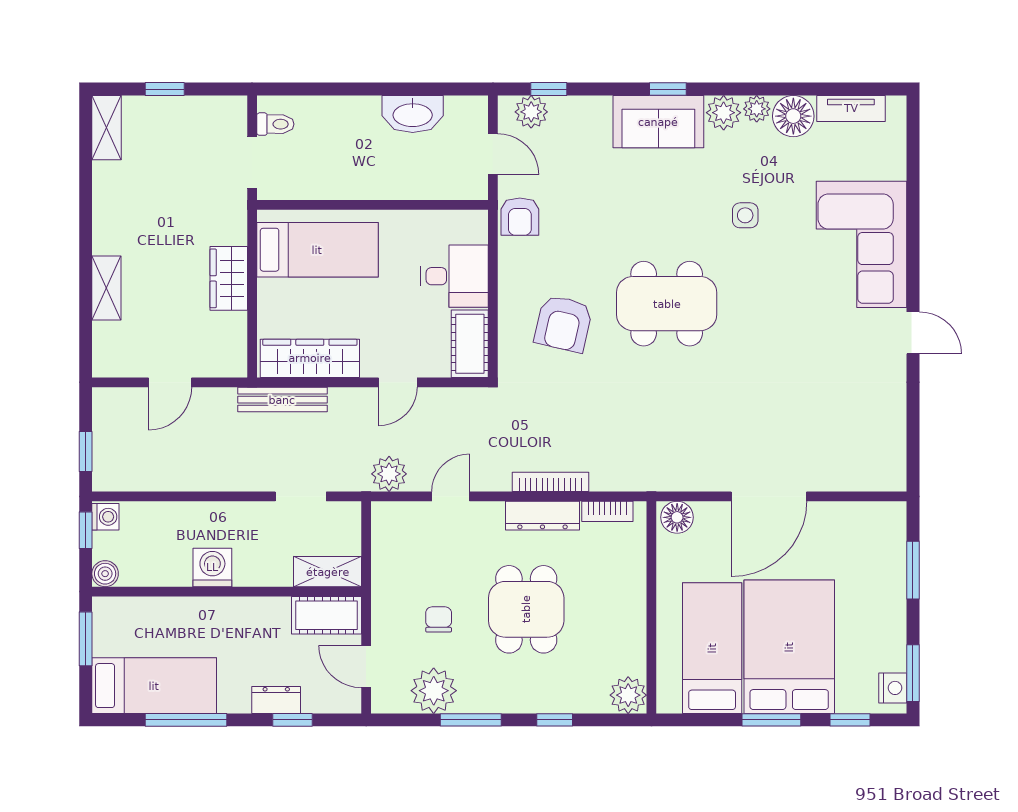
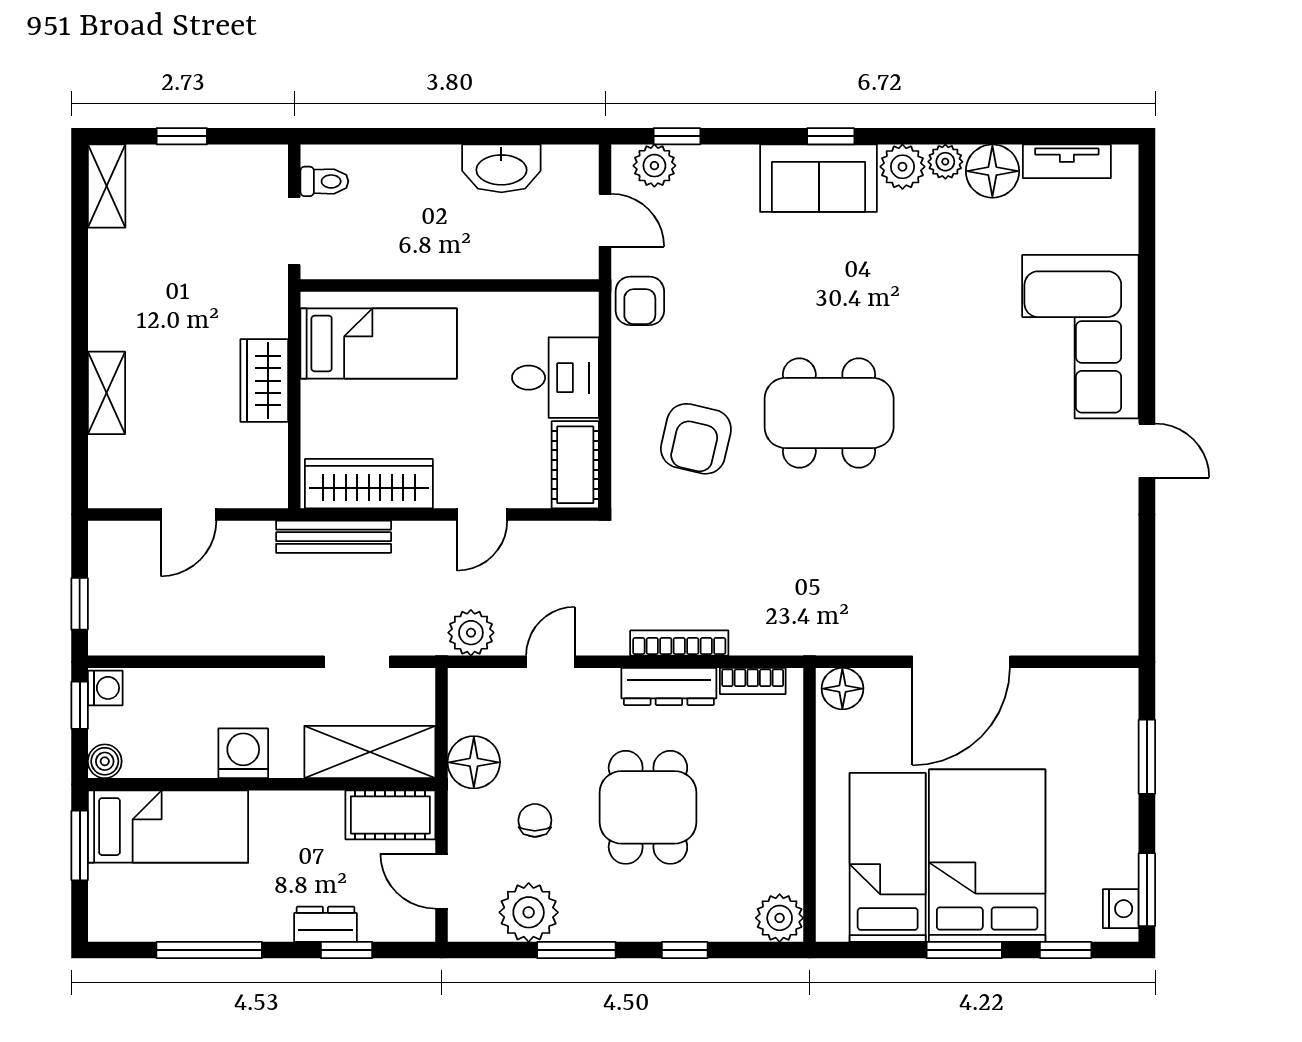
side table: (745, 215) -> (930, 299), removed
shelving: (328, 572) -> (370, 752), width x1.50, depth x1.33
floor lamp: (391, 574) -> (474, 762), added
bed: (154, 686) -> (168, 827), moved

